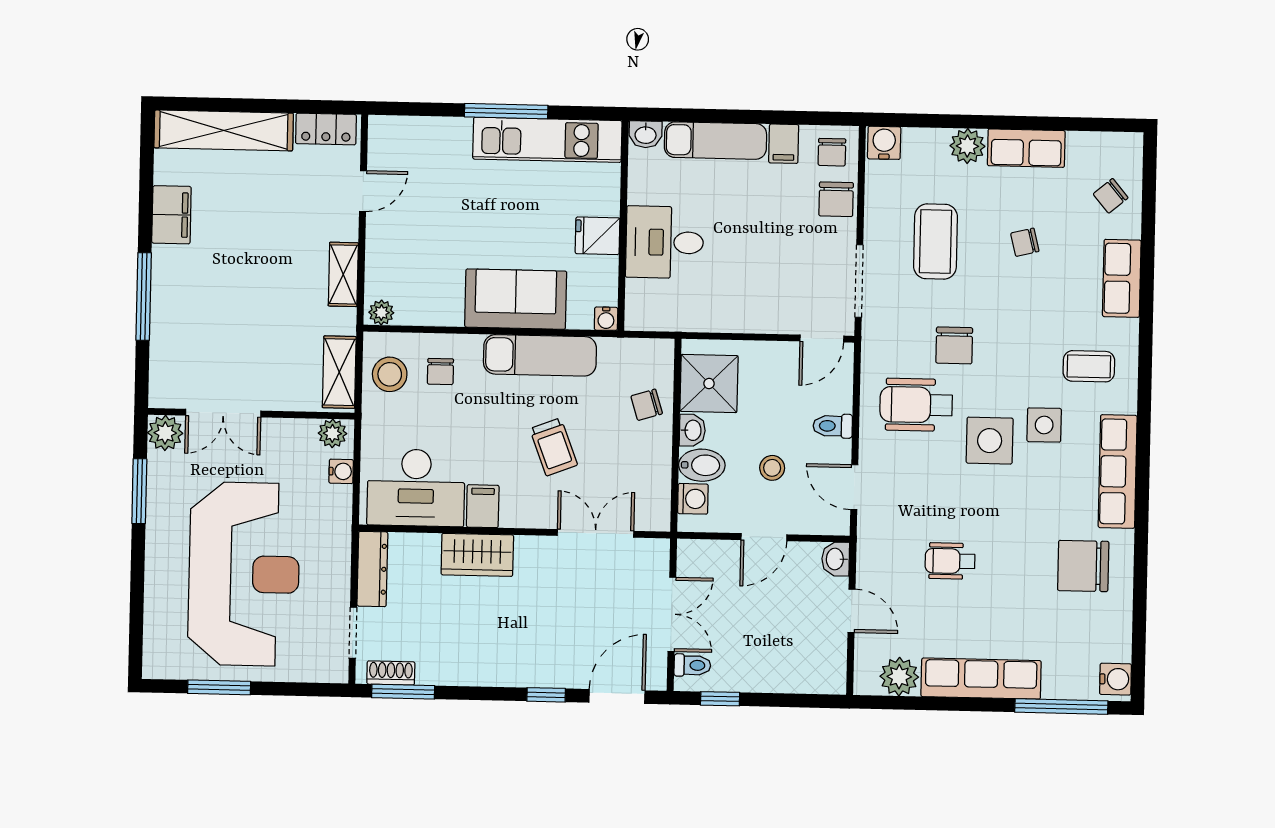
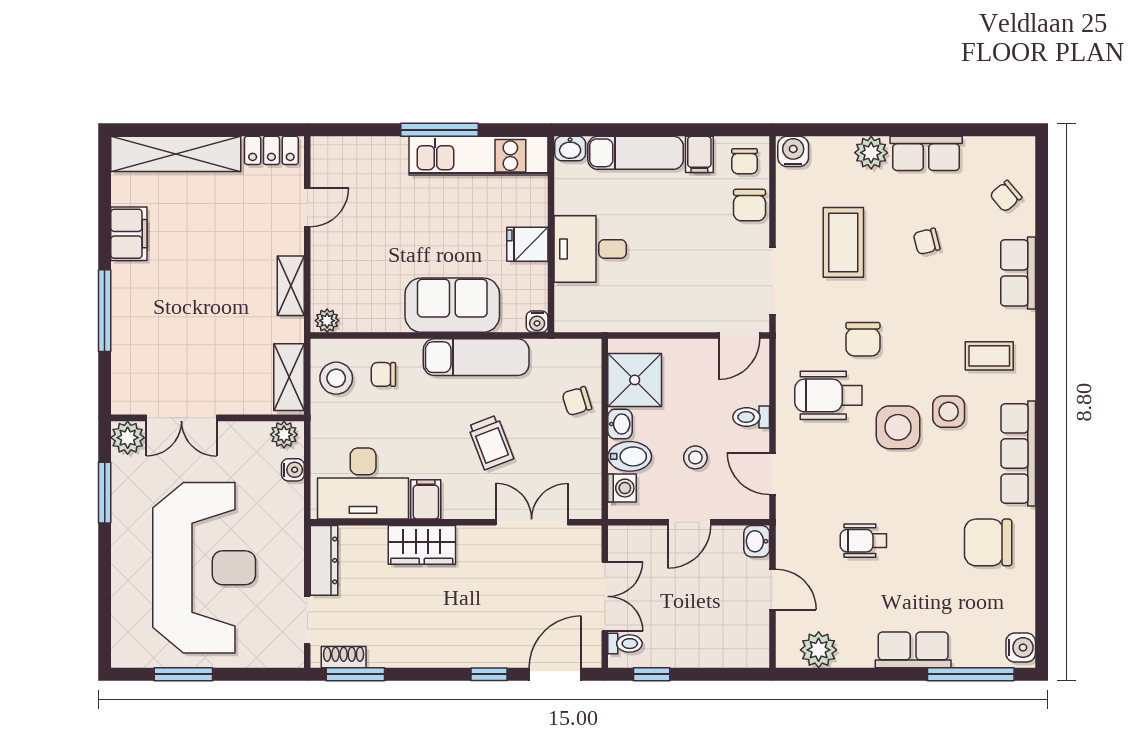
chair: (440, 372) -> (383, 374), turned 90
row of seats: (981, 679) -> (913, 650), width x0.68

